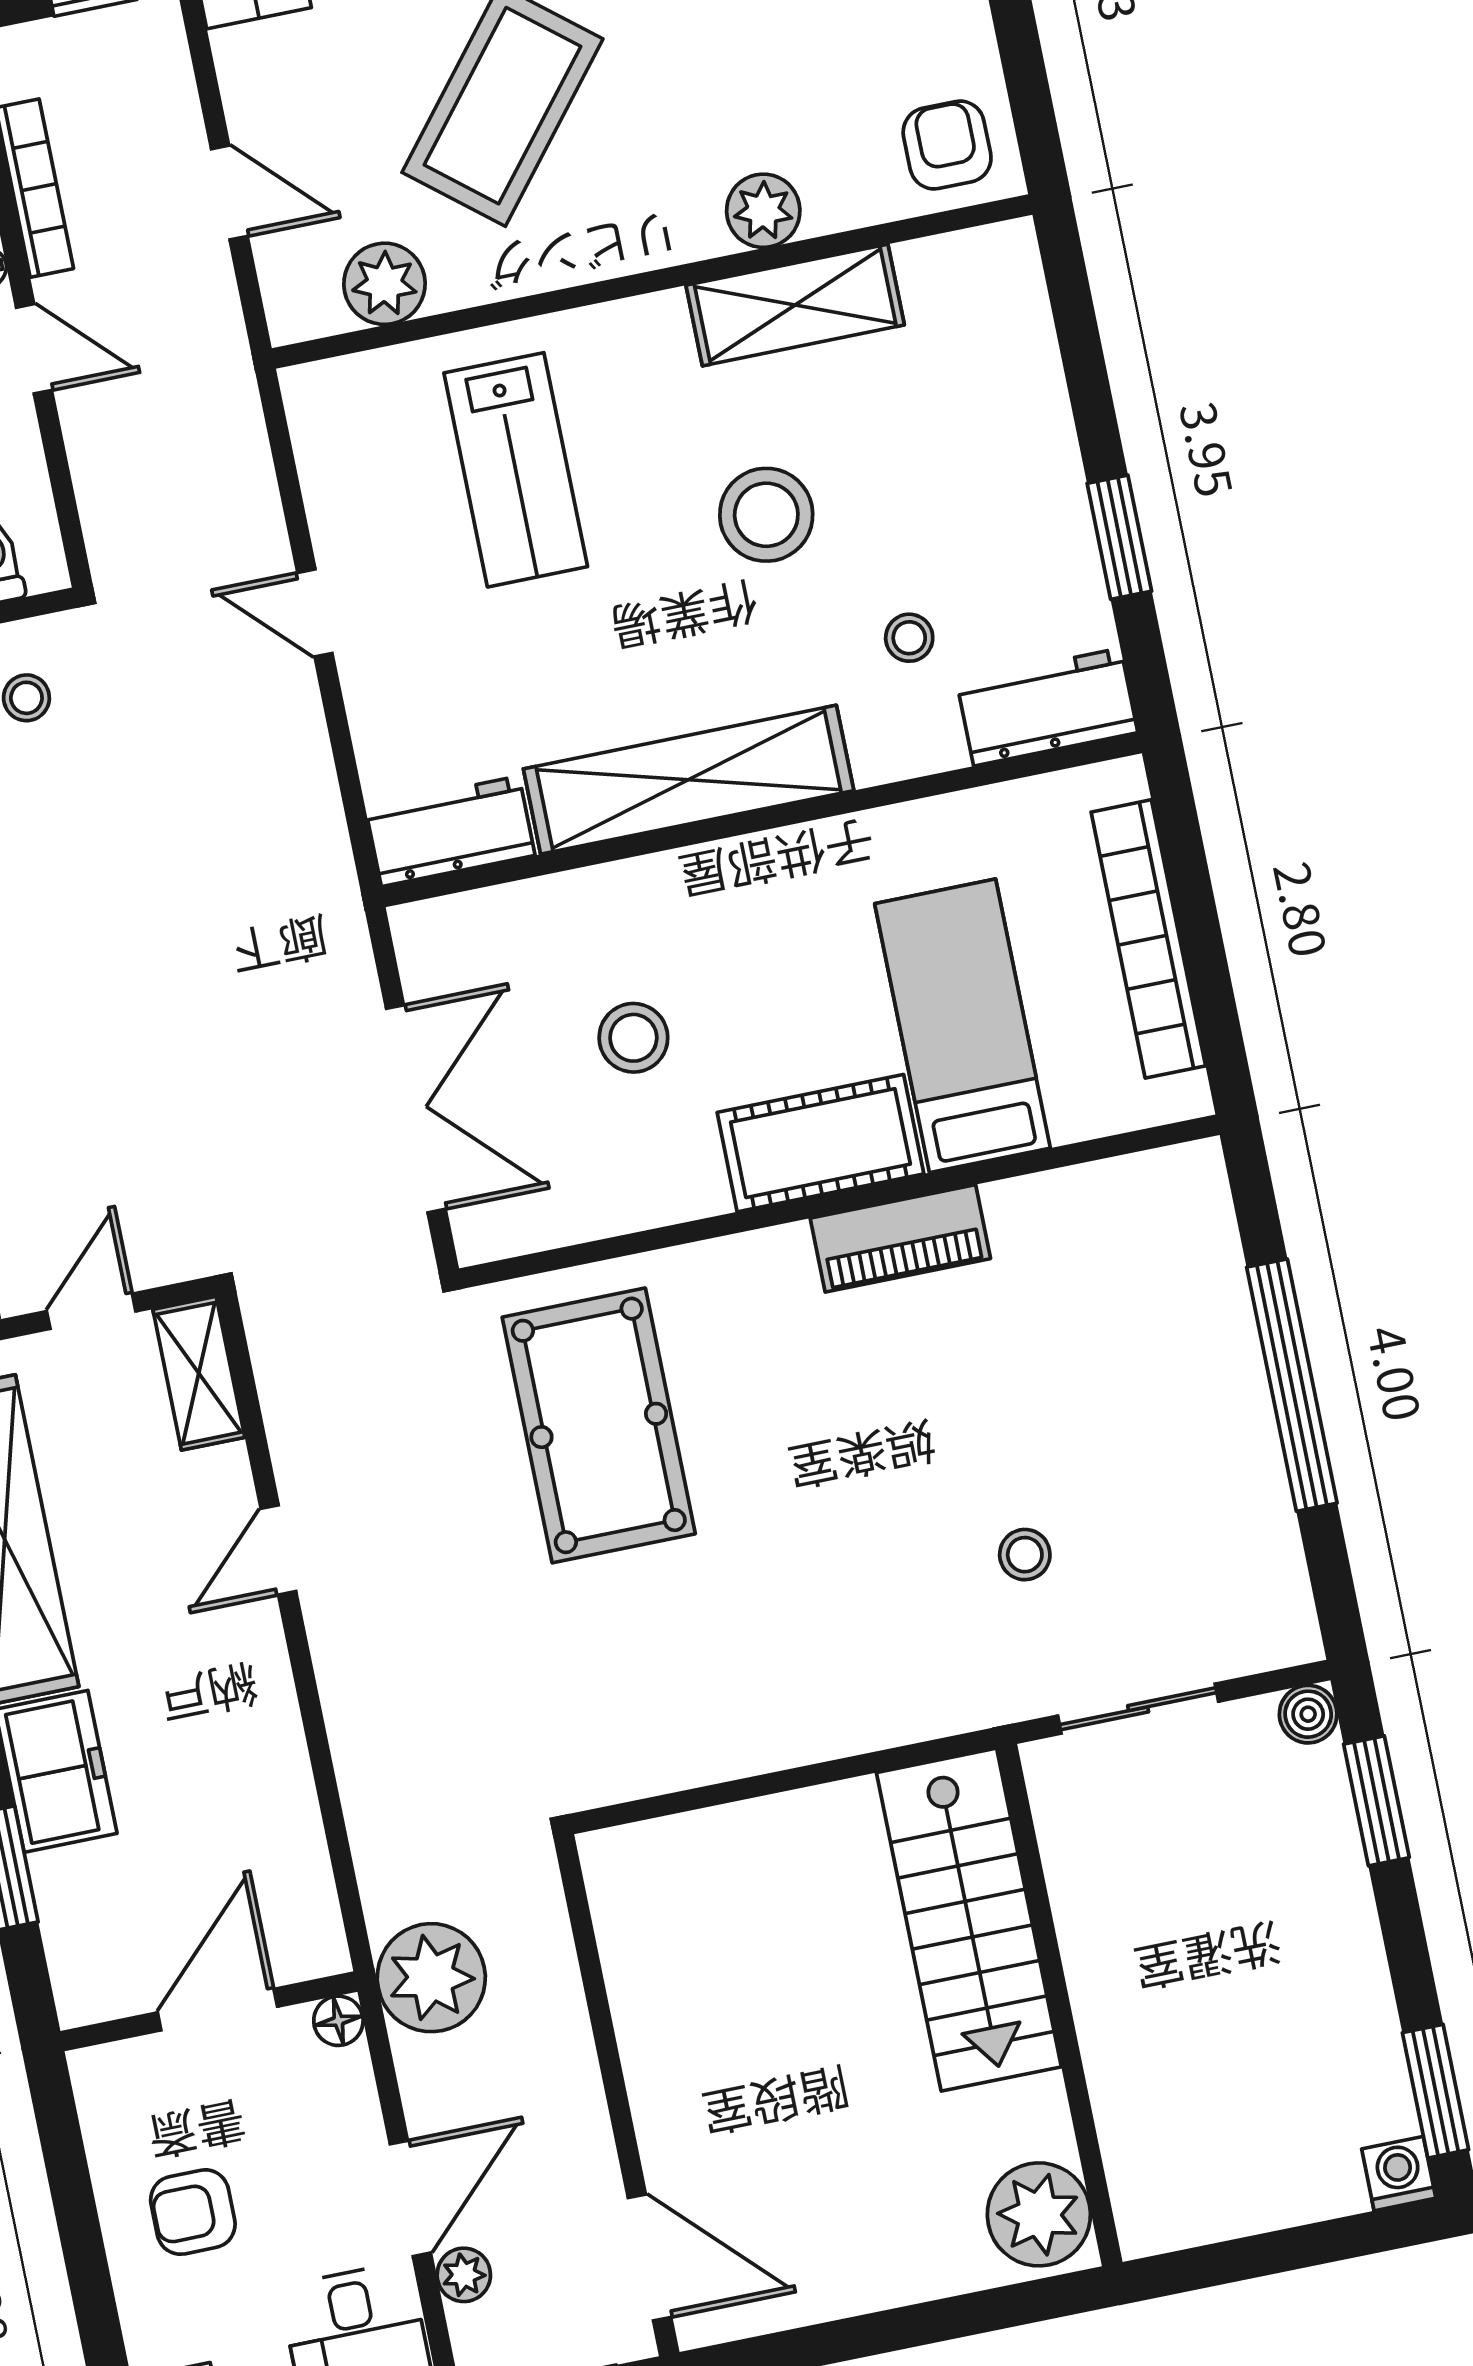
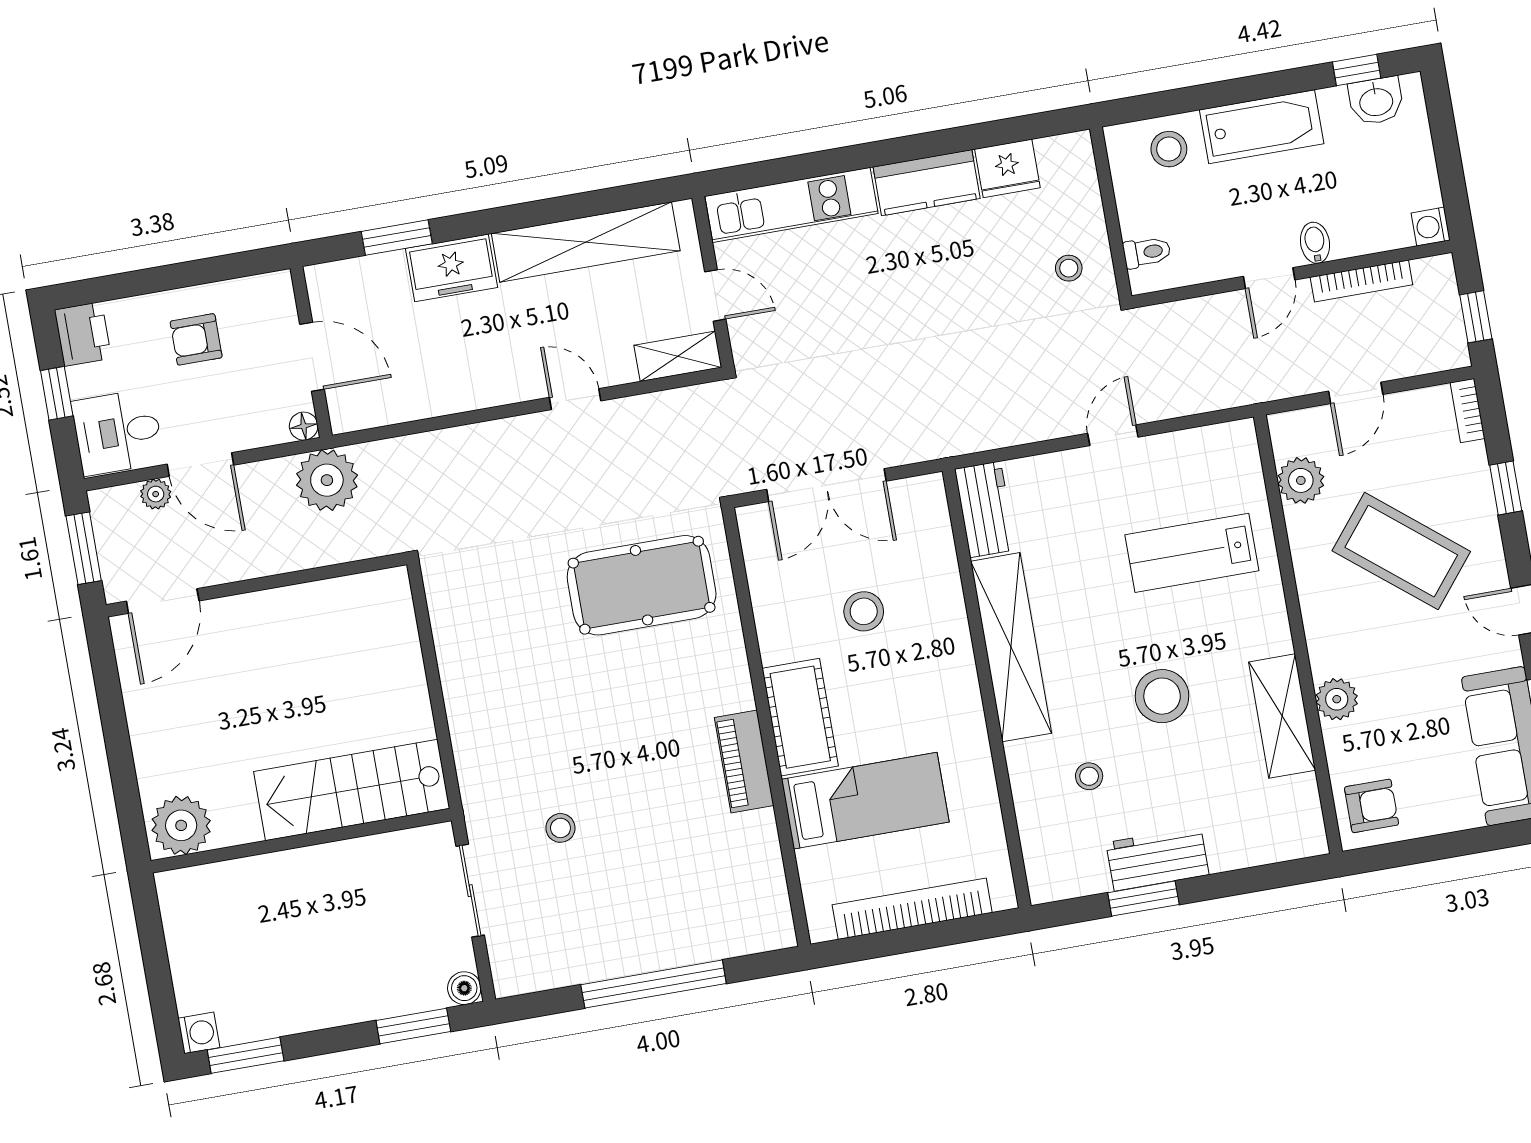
workbench: (1047, 707) -> (1157, 859), moved, turned -90
armchair: (193, 2212) -> (196, 339), turned -90

